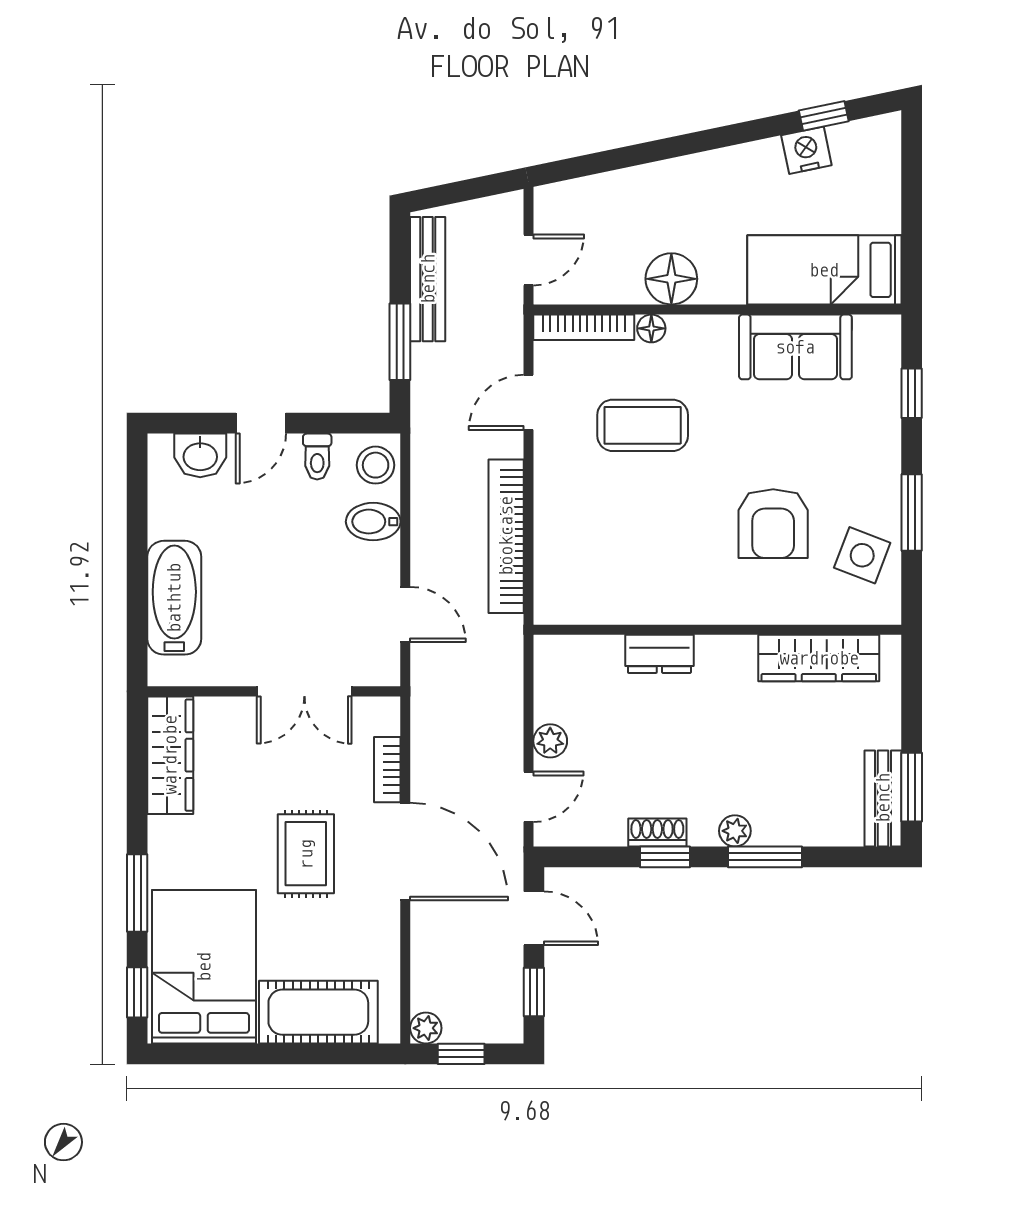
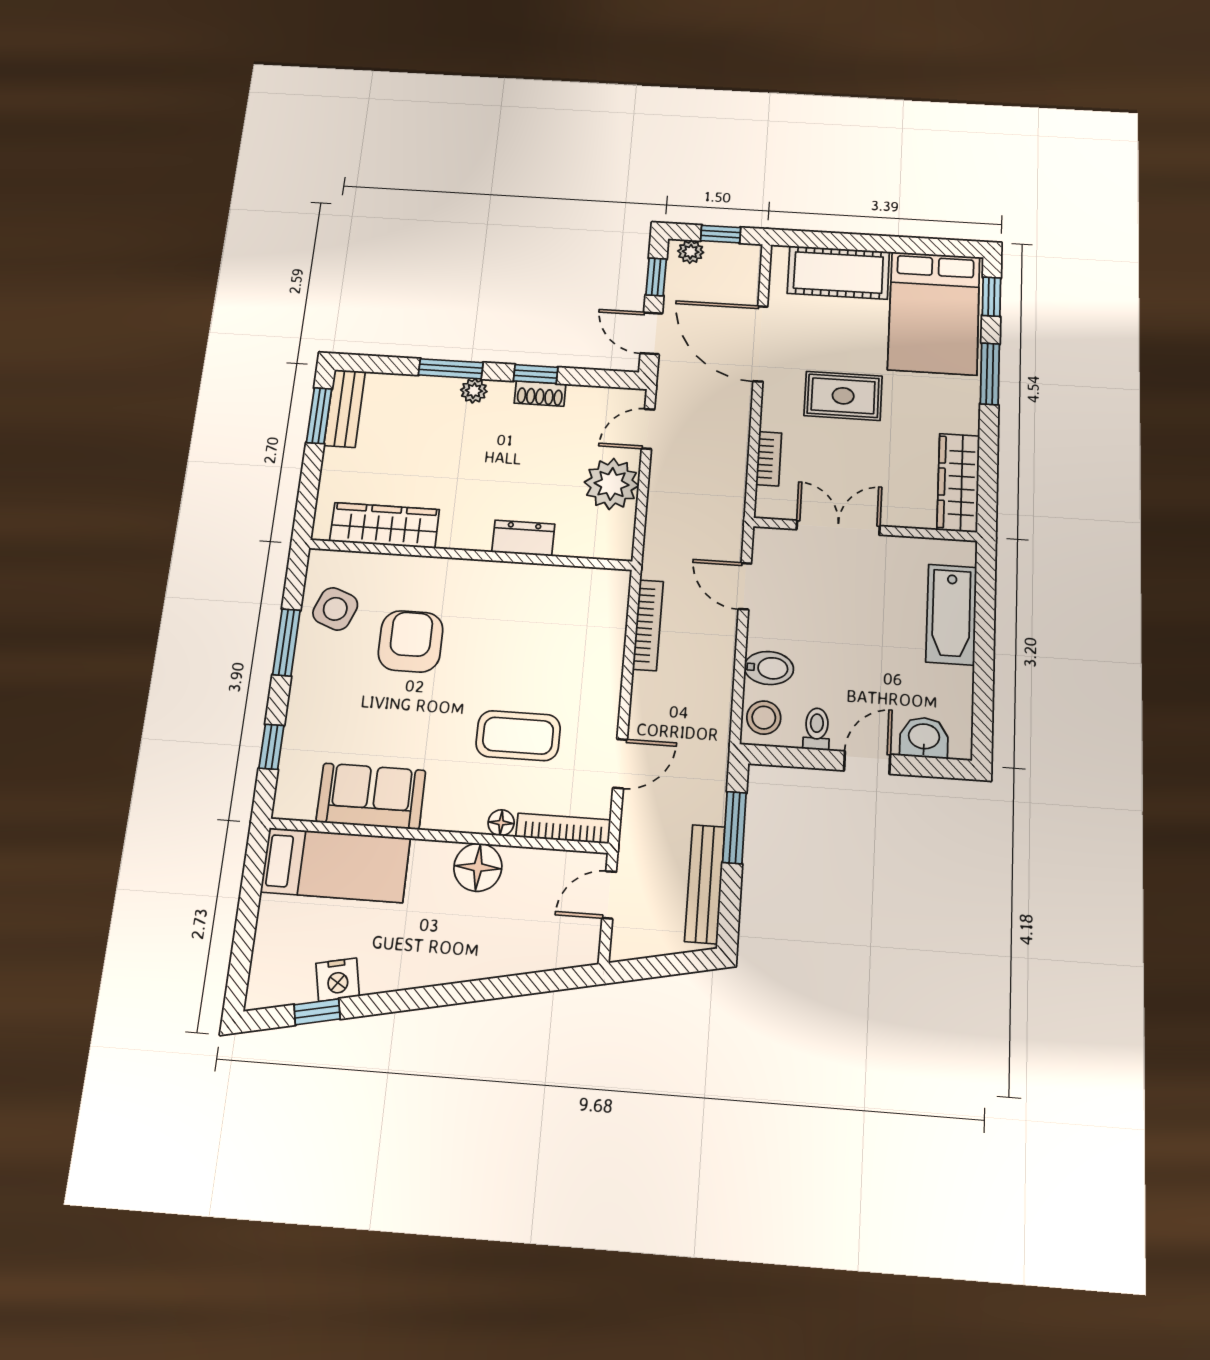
bookcase: (506, 536) -> (648, 625), width x0.68, depth x0.76
plant: (550, 741) -> (612, 484), width x1.87, depth x1.87
door: (405, 851) -> (760, 344), moved
rug: (306, 854) -> (843, 396), turned 90
plant: (426, 1028) -> (691, 252), moved

